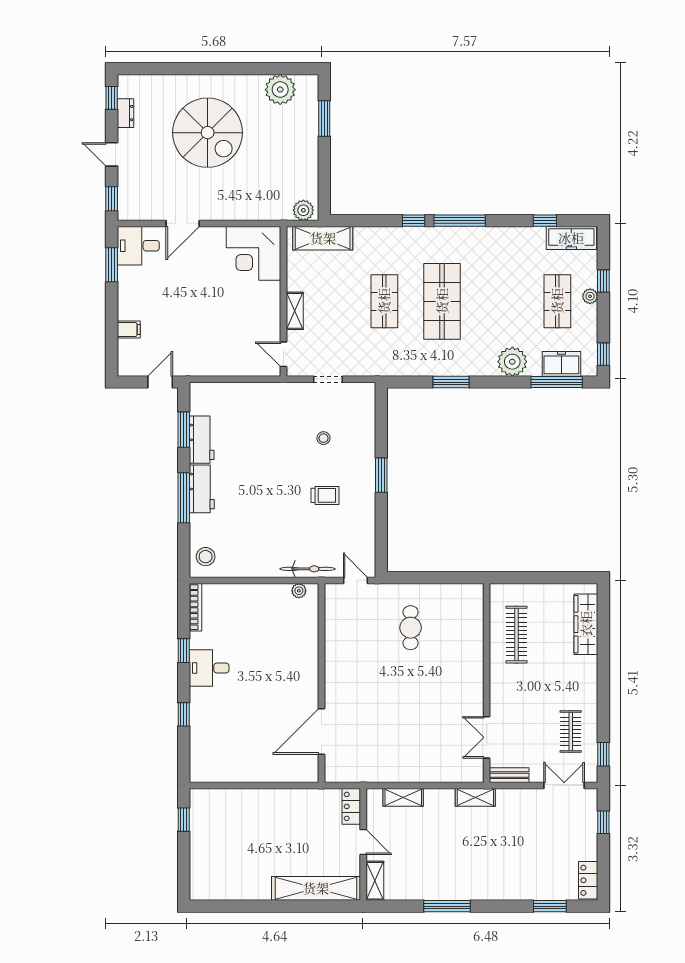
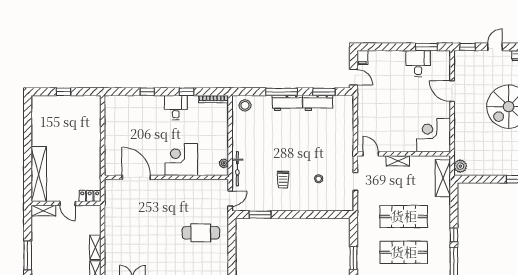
desk: (138, 246) -> (418, 63), moved
shop shelf: (384, 301) -> (404, 216), width x1.43, depth x1.36
filing cabinet: (129, 330) -> (362, 58), moved
door: (283, 354) -> (371, 154), hinge flipped
window: (381, 475) -> (260, 215), moved
cafe table: (411, 628) -> (201, 233), width x1.37, depth x1.35
corner desk: (293, 659) -> (181, 159), added
shelving: (403, 797) -> (95, 247), moved
window: (184, 820) -> (64, 92), moved
door: (363, 842) -> (68, 203), hinge flipped

